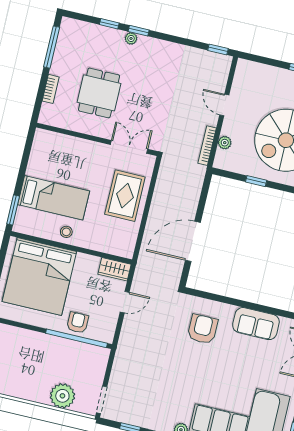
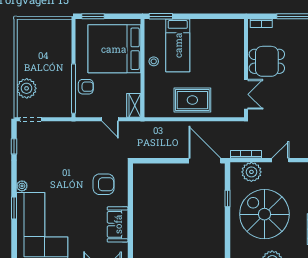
wall: (97, 139) -> (246, 68), moved
plant: (225, 143) -> (251, 172), width x1.87, depth x1.87
double door: (129, 147) -> (246, 94), moved
door: (193, 241) -> (205, 161), moved

